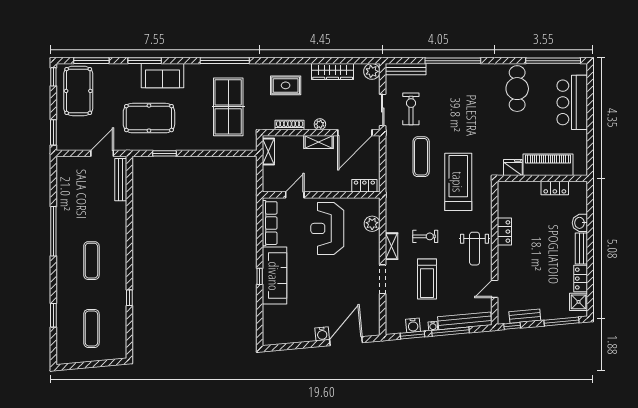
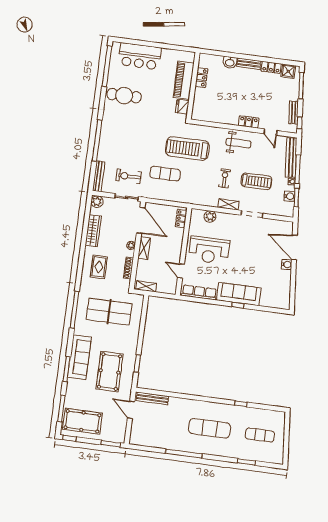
sofa: (163, 76) -> (79, 357), width x1.36
locker: (504, 232) -> (249, 122), moved
exercise mat: (91, 261) -> (209, 428), width x1.36, depth x1.45

